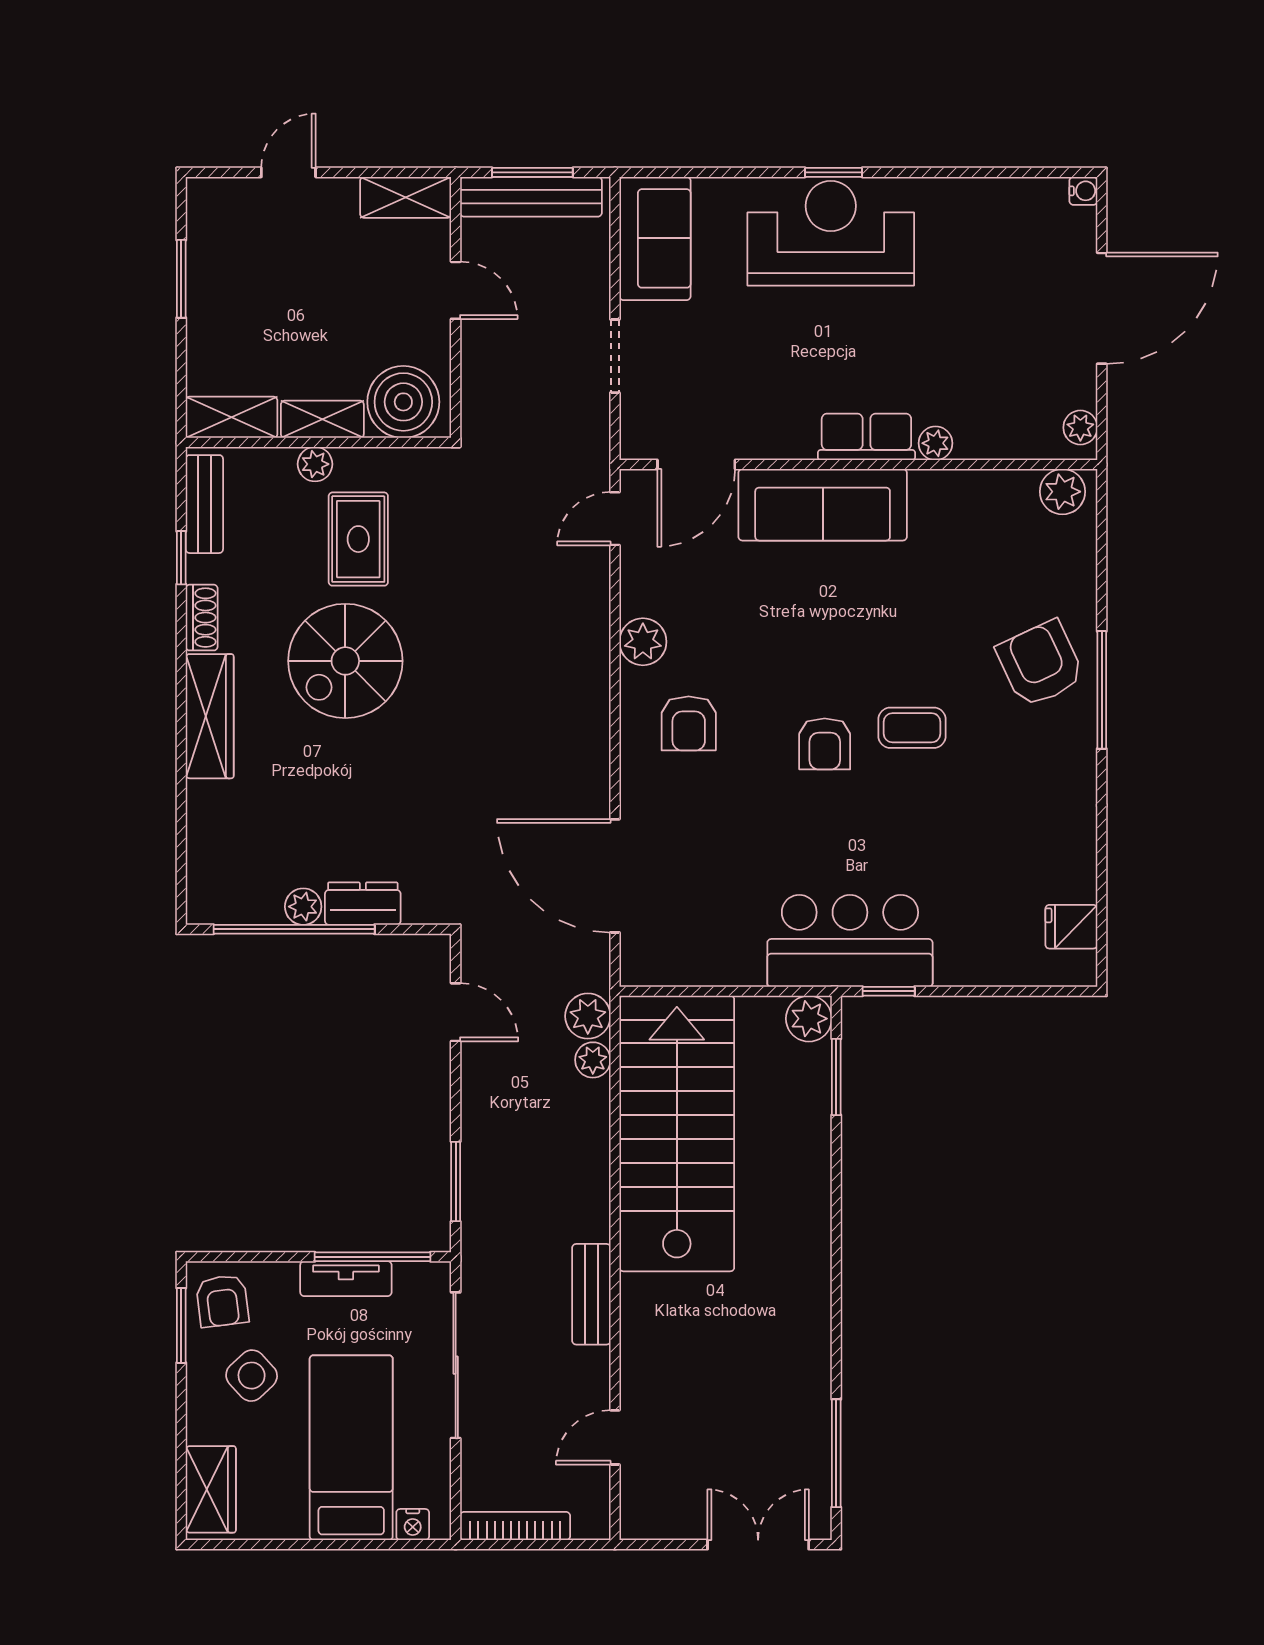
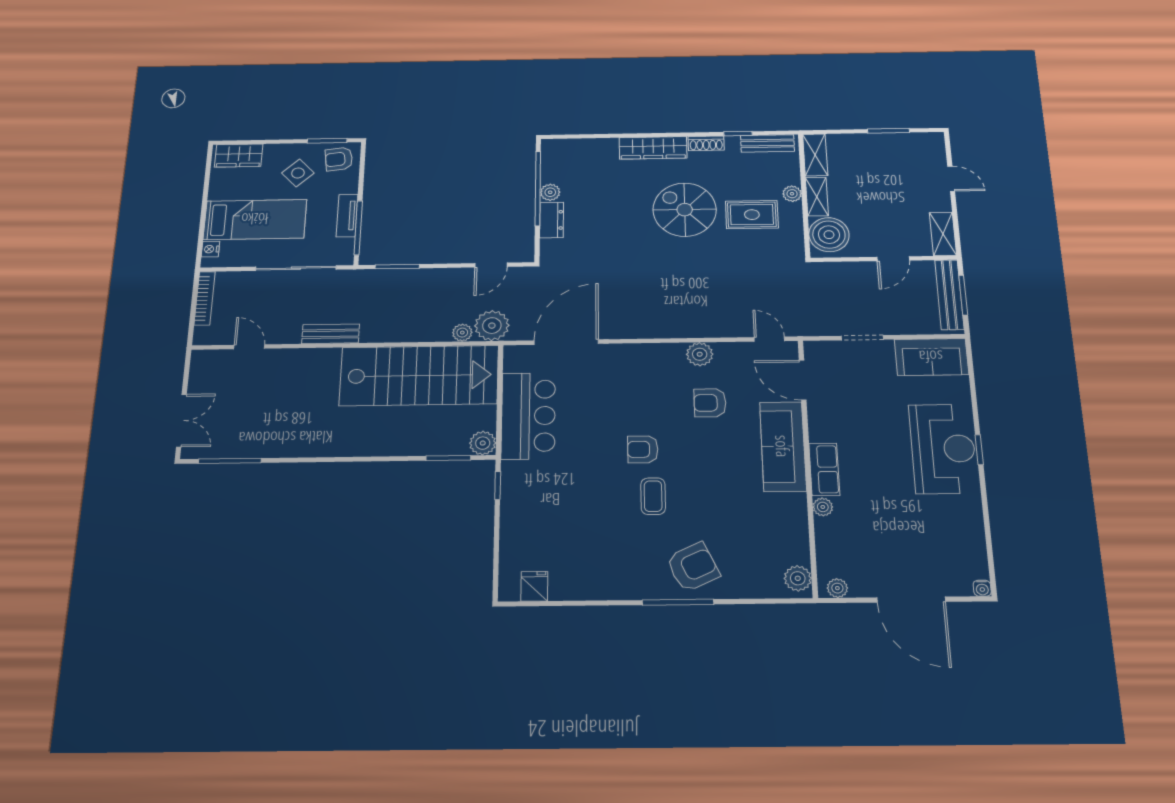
armchair: (689, 723) -> (710, 403), moved
bar counter: (850, 941) -> (528, 416), moved
plant: (588, 1016) -> (492, 326), width x1.36, depth x1.36

